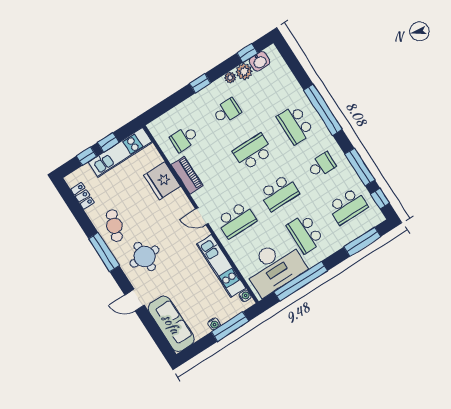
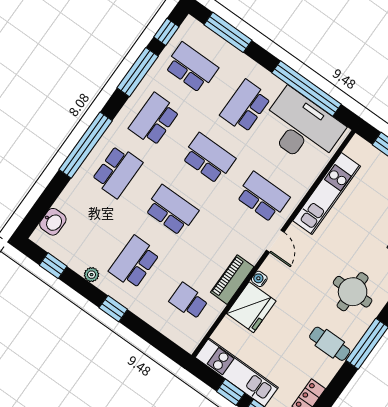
washbasin: (260, 61) -> (53, 222), moved, turned 90
plant: (244, 72) -> (77, 260), removed
school desk: (227, 111) -> (134, 262), width x1.85
school desk: (184, 138) -> (189, 301), turned 180
school desk: (253, 152) -> (171, 210), turned 180
school desk: (322, 165) -> (154, 120), width x1.85
cafe table: (114, 226) -> (330, 344), turned 70
school desk: (305, 233) -> (246, 106), turned 180
water cooler: (245, 296) -> (259, 279), moved

